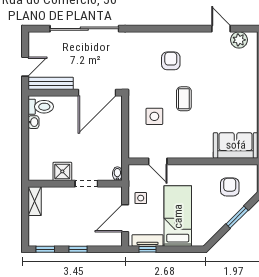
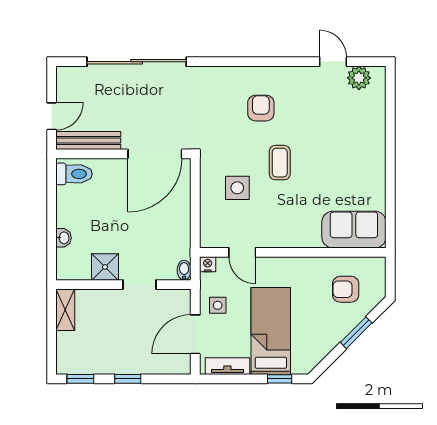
washbasin: (34, 122) -> (64, 238), moved
nightstand: (134, 170) -> (208, 264), added
armchair: (230, 187) -> (346, 289), turned -90
window: (147, 249) -> (280, 379), moved

